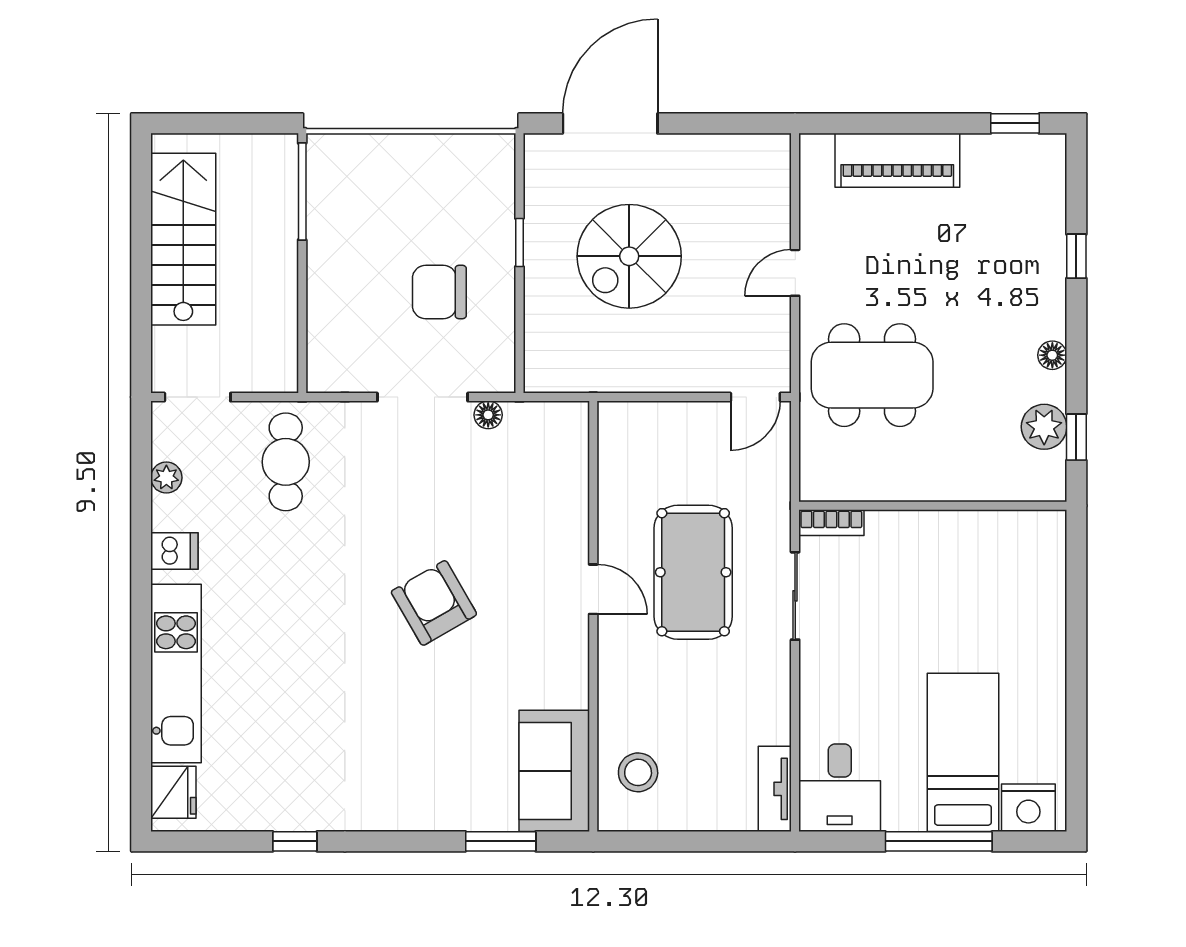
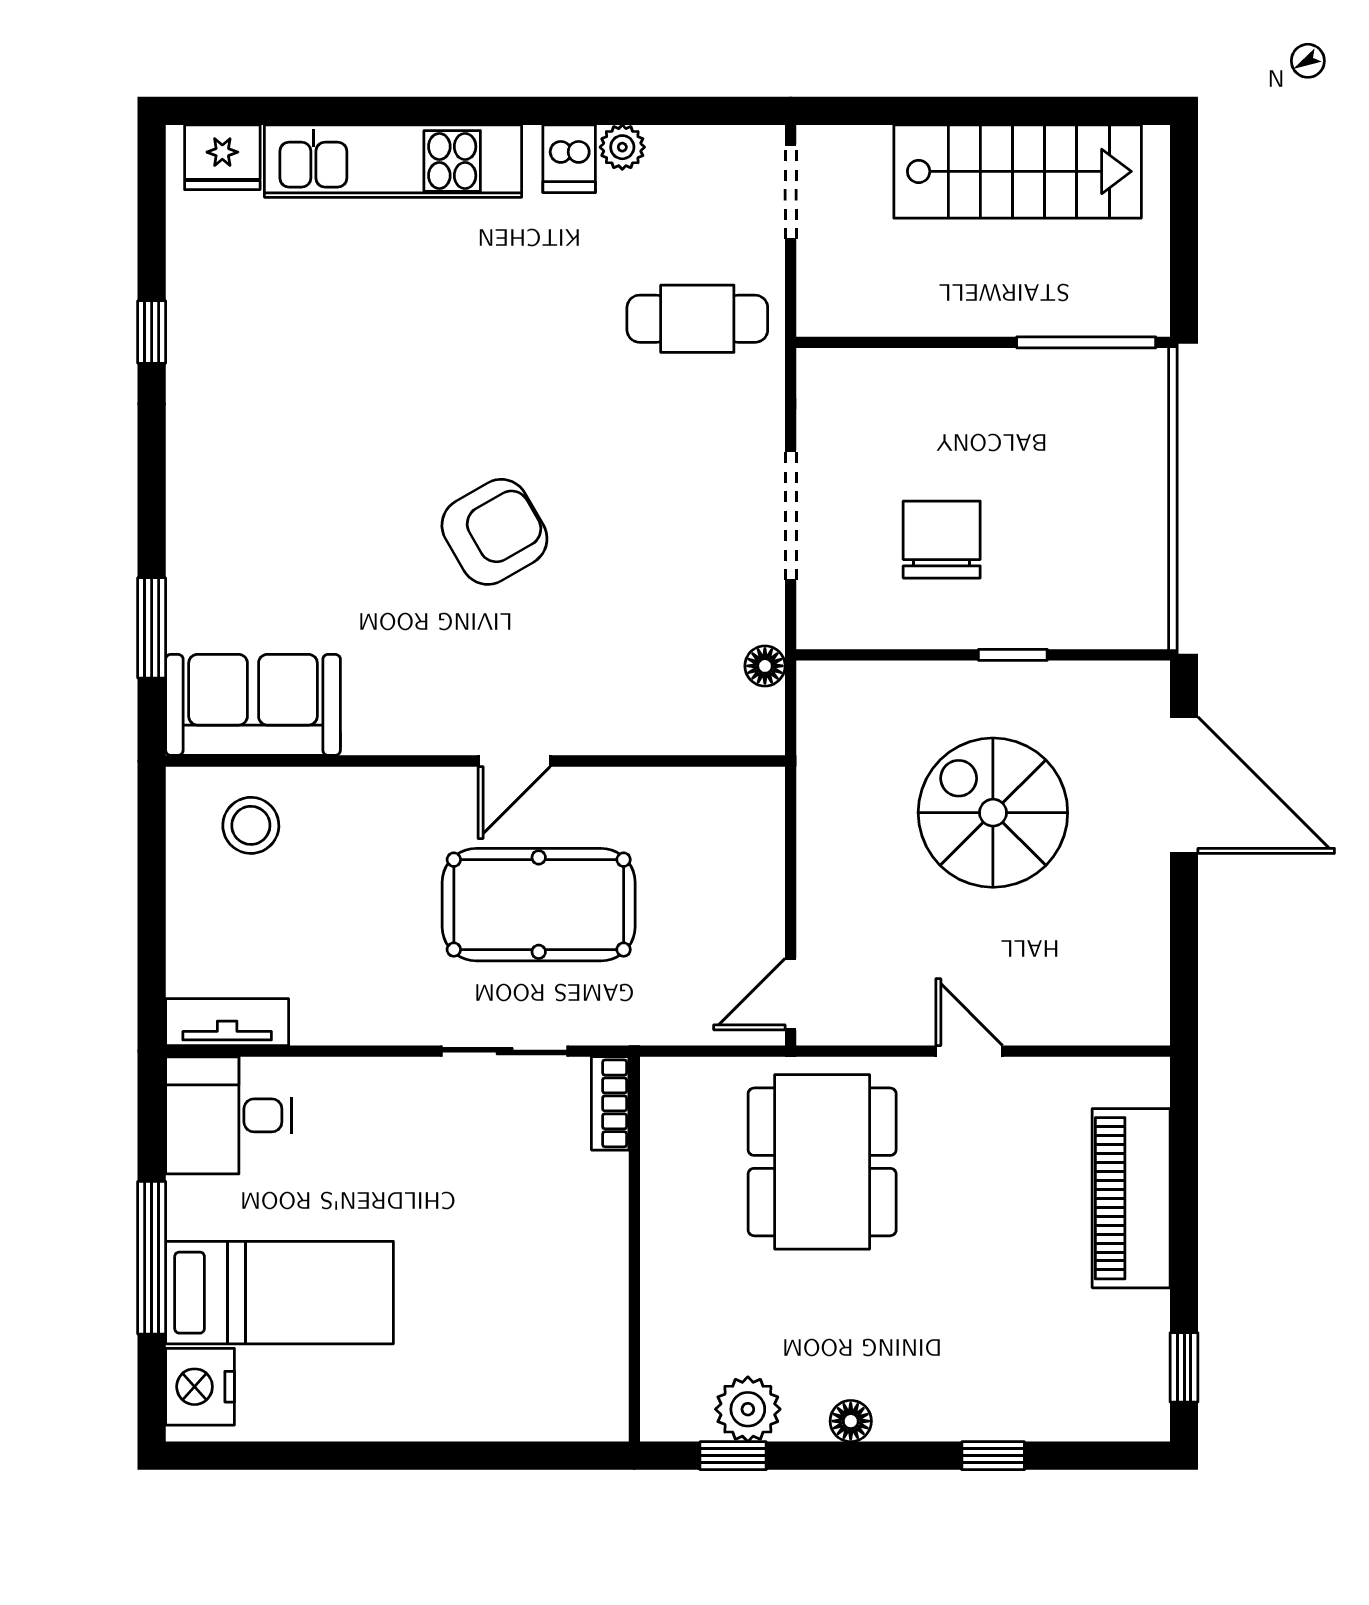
door: (755, 397) -> (791, 994), hinge flipped
floor lamp: (488, 415) -> (765, 666), moved
plant: (166, 478) -> (622, 147), moved

